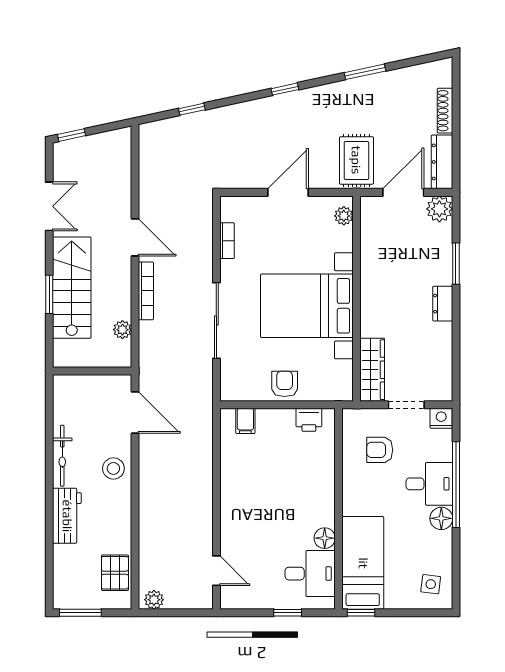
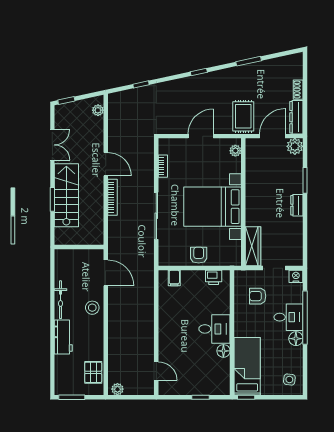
shoe rack: (445, 111) -> (298, 90), width x0.70
plant: (122, 330) -> (98, 110), moved
desk: (310, 574) -> (214, 329), moved

